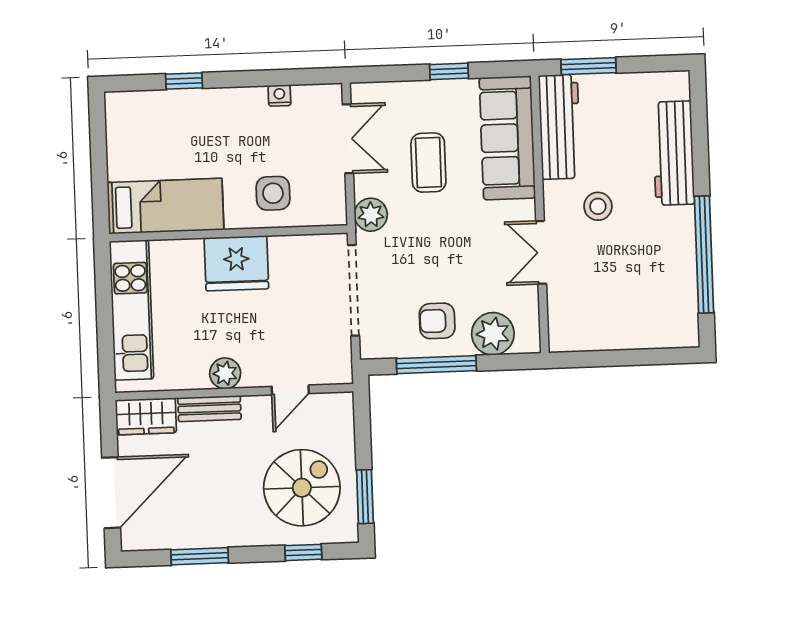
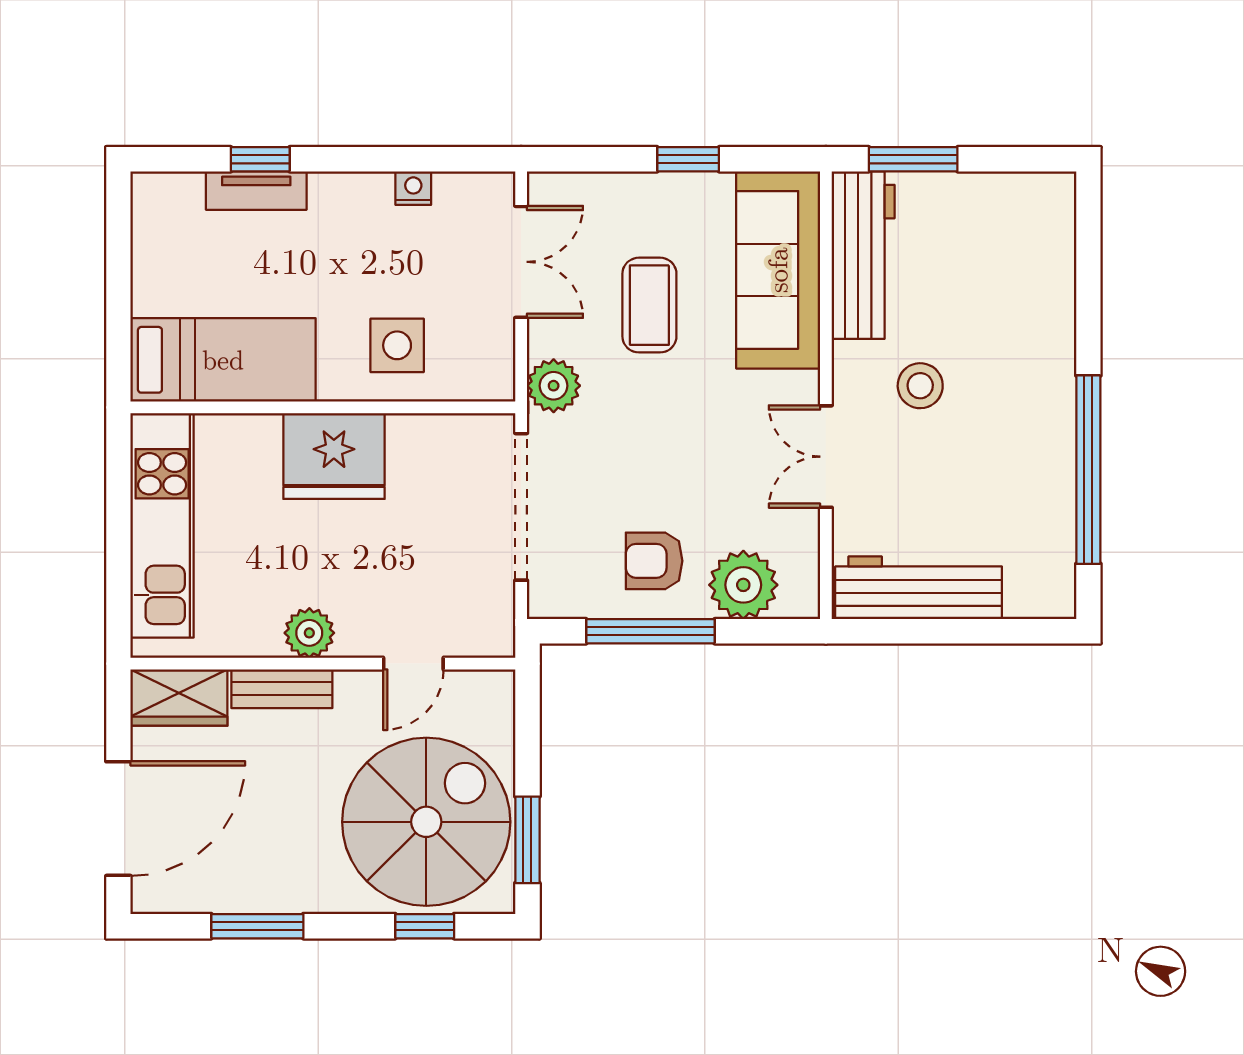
tv unit: (182, 101) -> (256, 191), added
workbench: (673, 153) -> (919, 588), moved, turned 90
spiral stairs: (302, 488) -> (426, 822), width x1.37, depth x1.37

